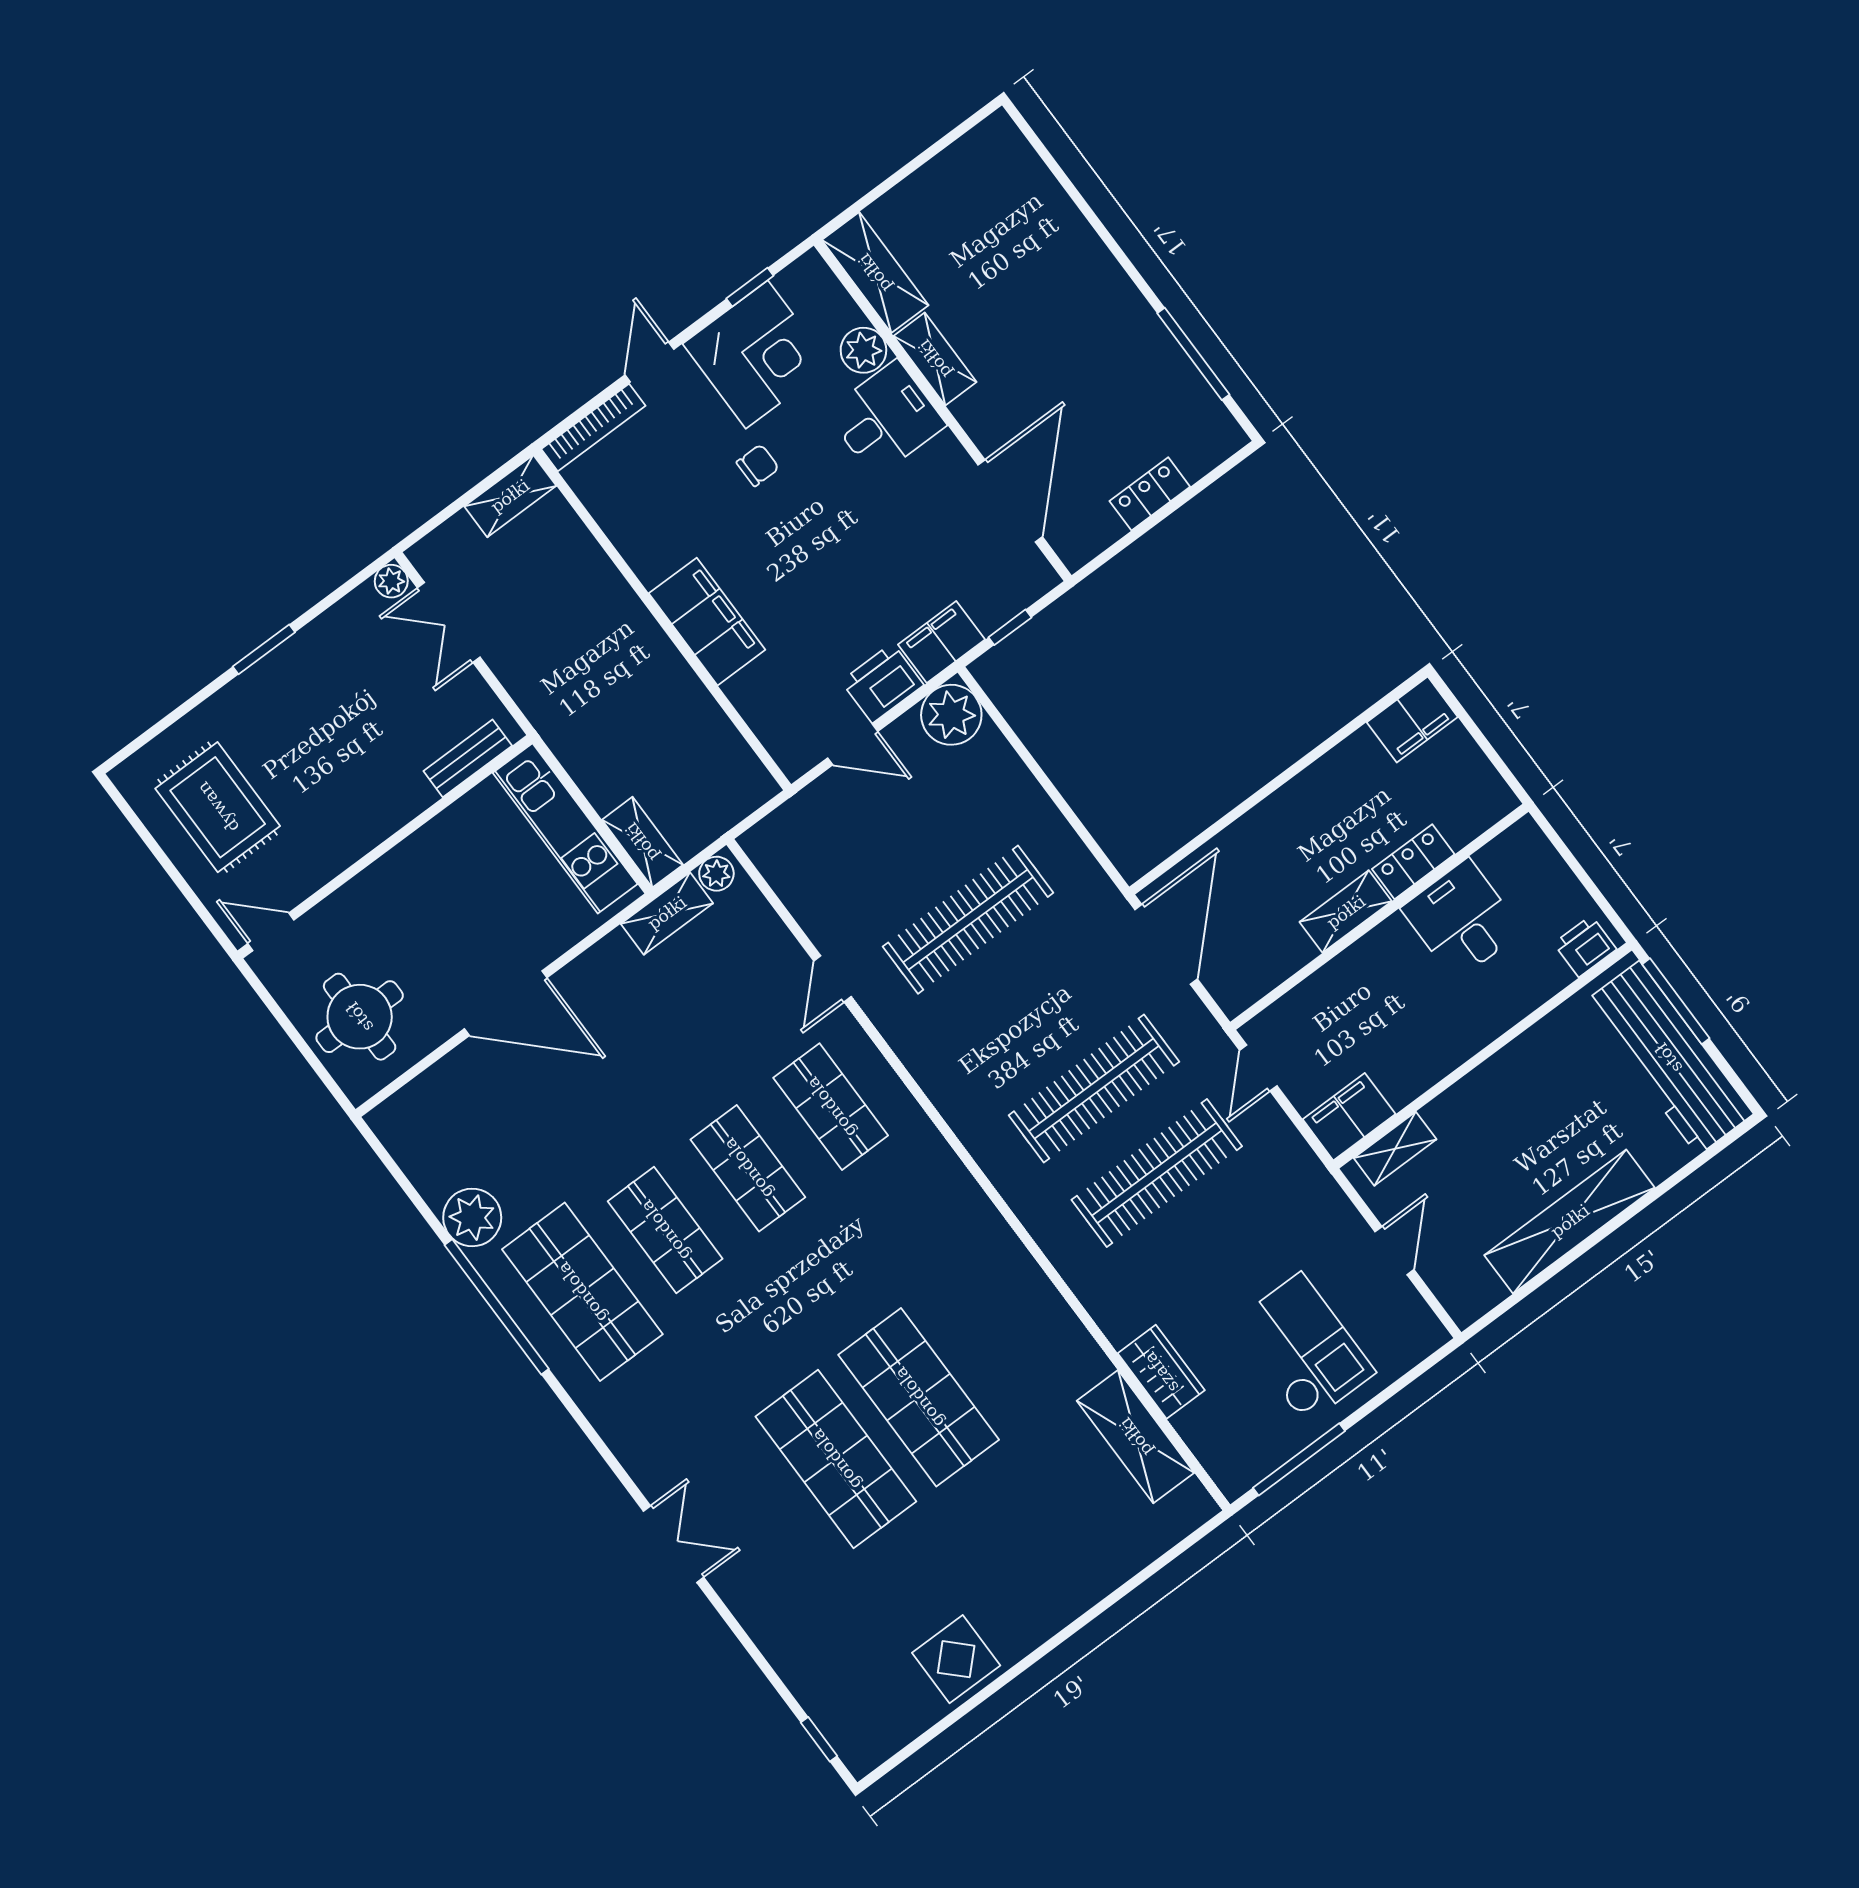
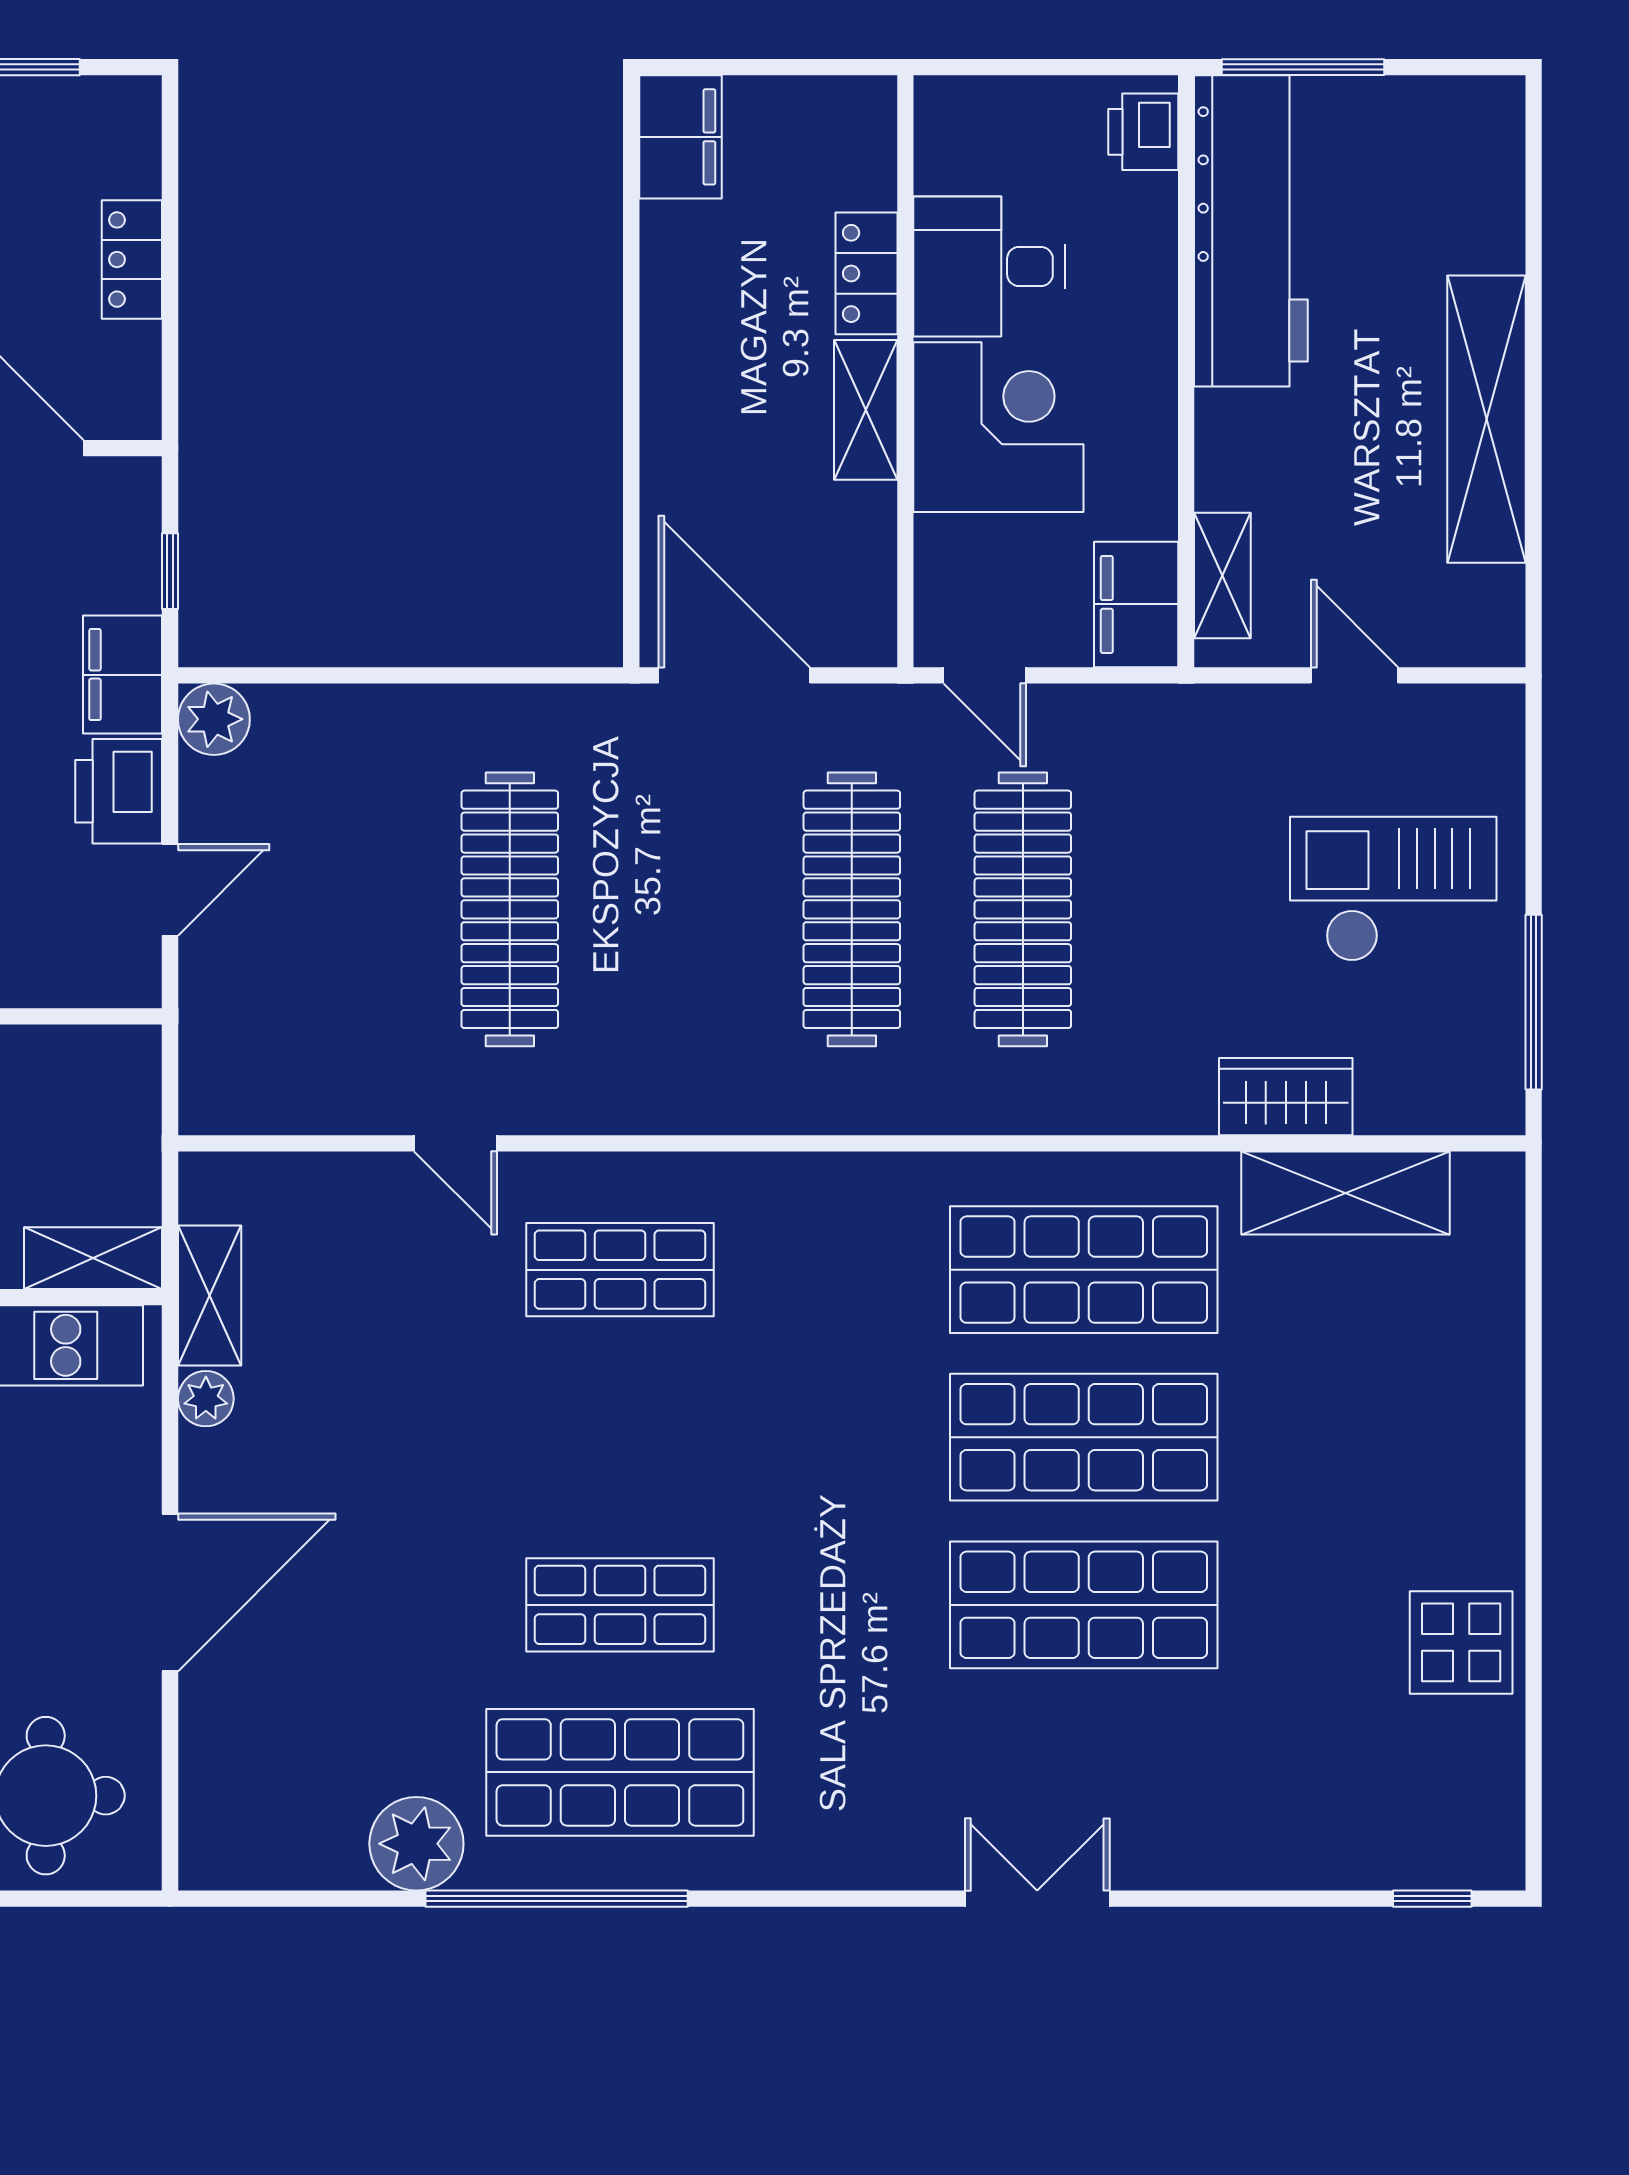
plant: (951, 715) -> (214, 719), width x0.73, depth x0.73
plant: (716, 874) -> (206, 1399), moved
corner desk: (1386, 983) -> (998, 427), added
workbench: (1669, 1058) -> (1251, 231), moved, turned -90
shop shelf: (748, 1168) -> (1084, 1270), moved, width x1.43, depth x1.36

